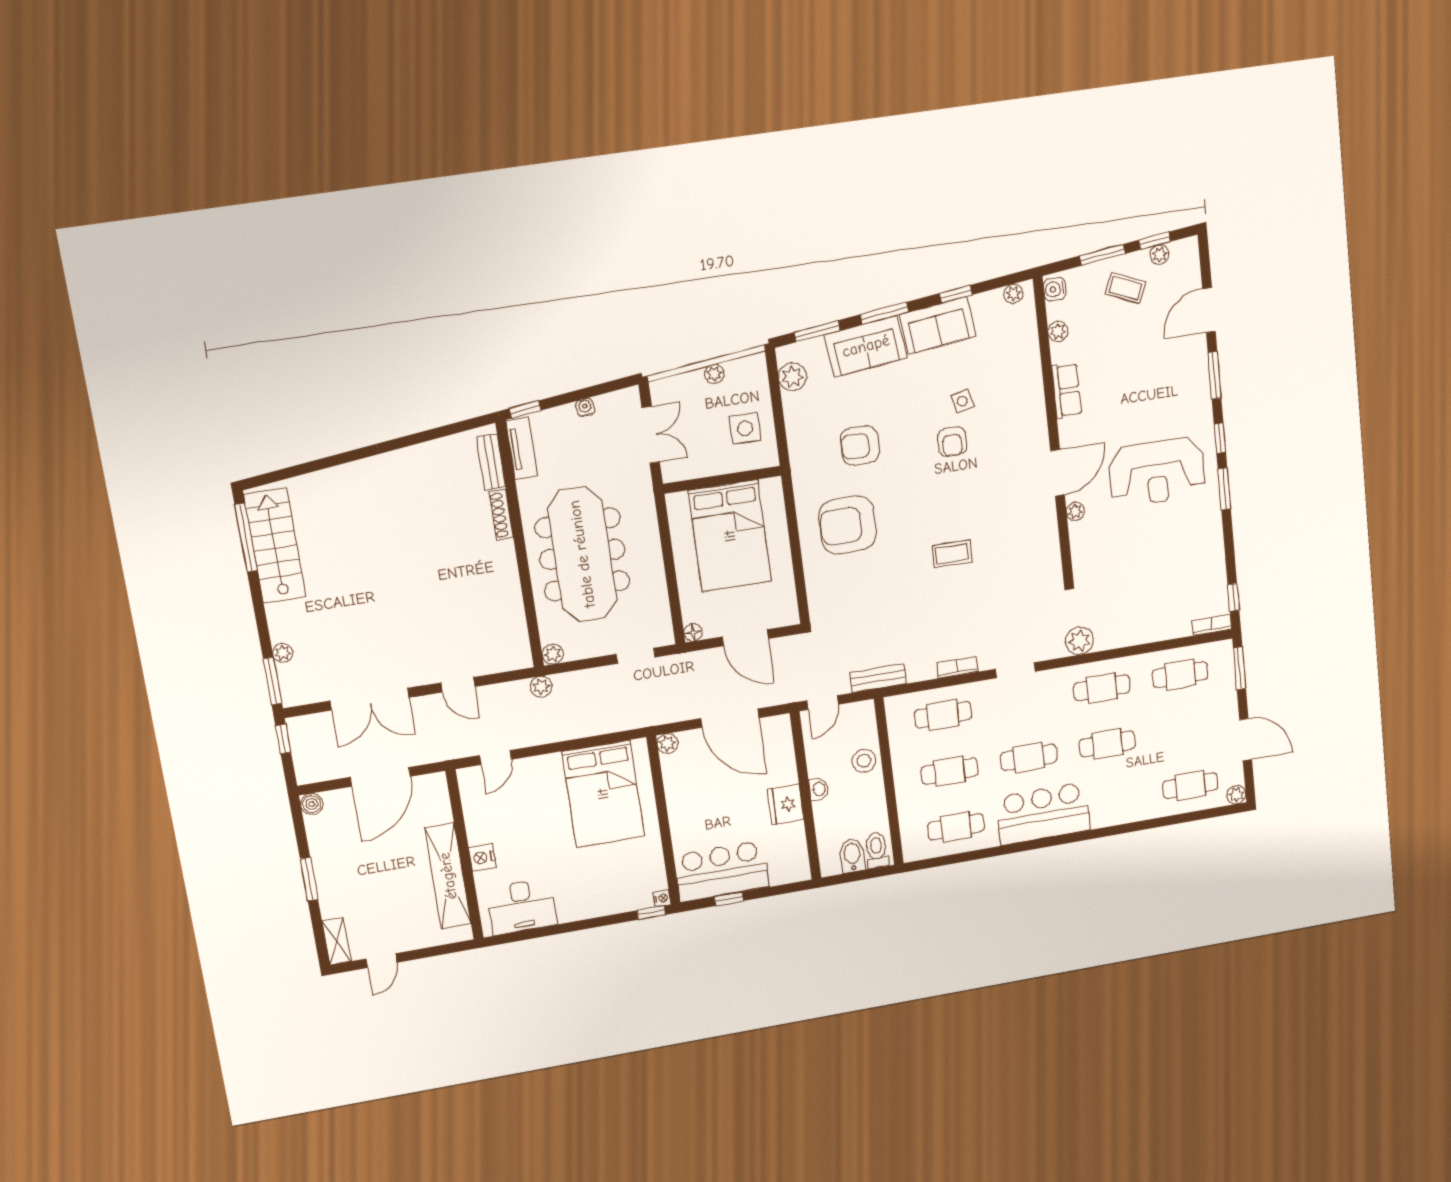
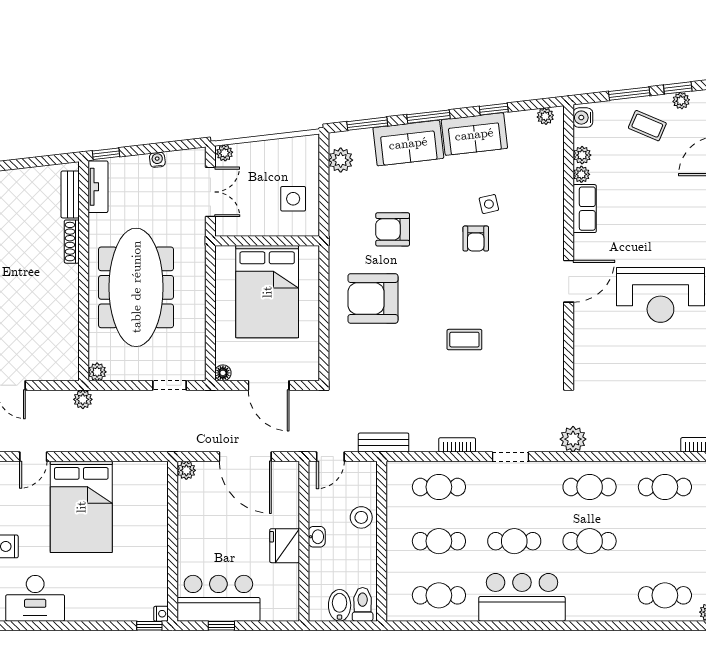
plant: (714, 374) -> (225, 153), moved
plant: (1075, 511) -> (581, 174), moved
bed: (603, 794) -> (81, 507), moved

